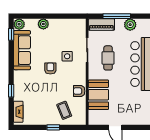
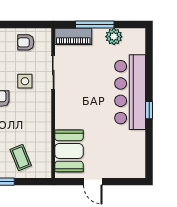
cafe table: (108, 58) -> (83, 84), removed
armchair: (79, 91) -> (26, 42), moved
booth: (98, 95) -> (69, 151), moved

